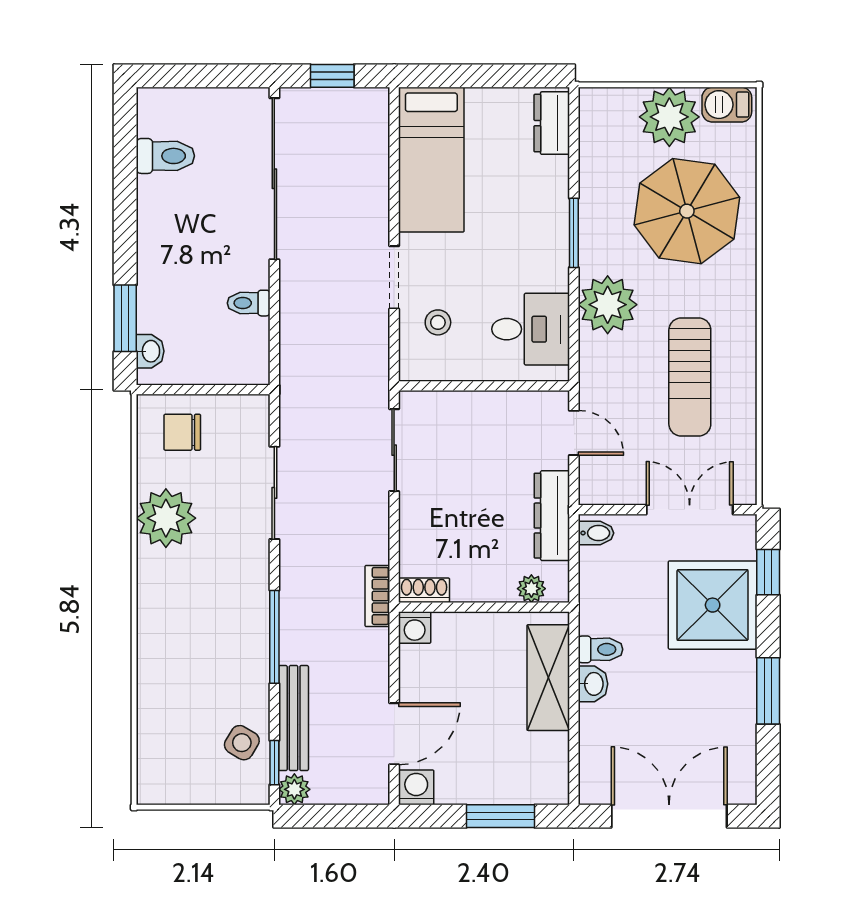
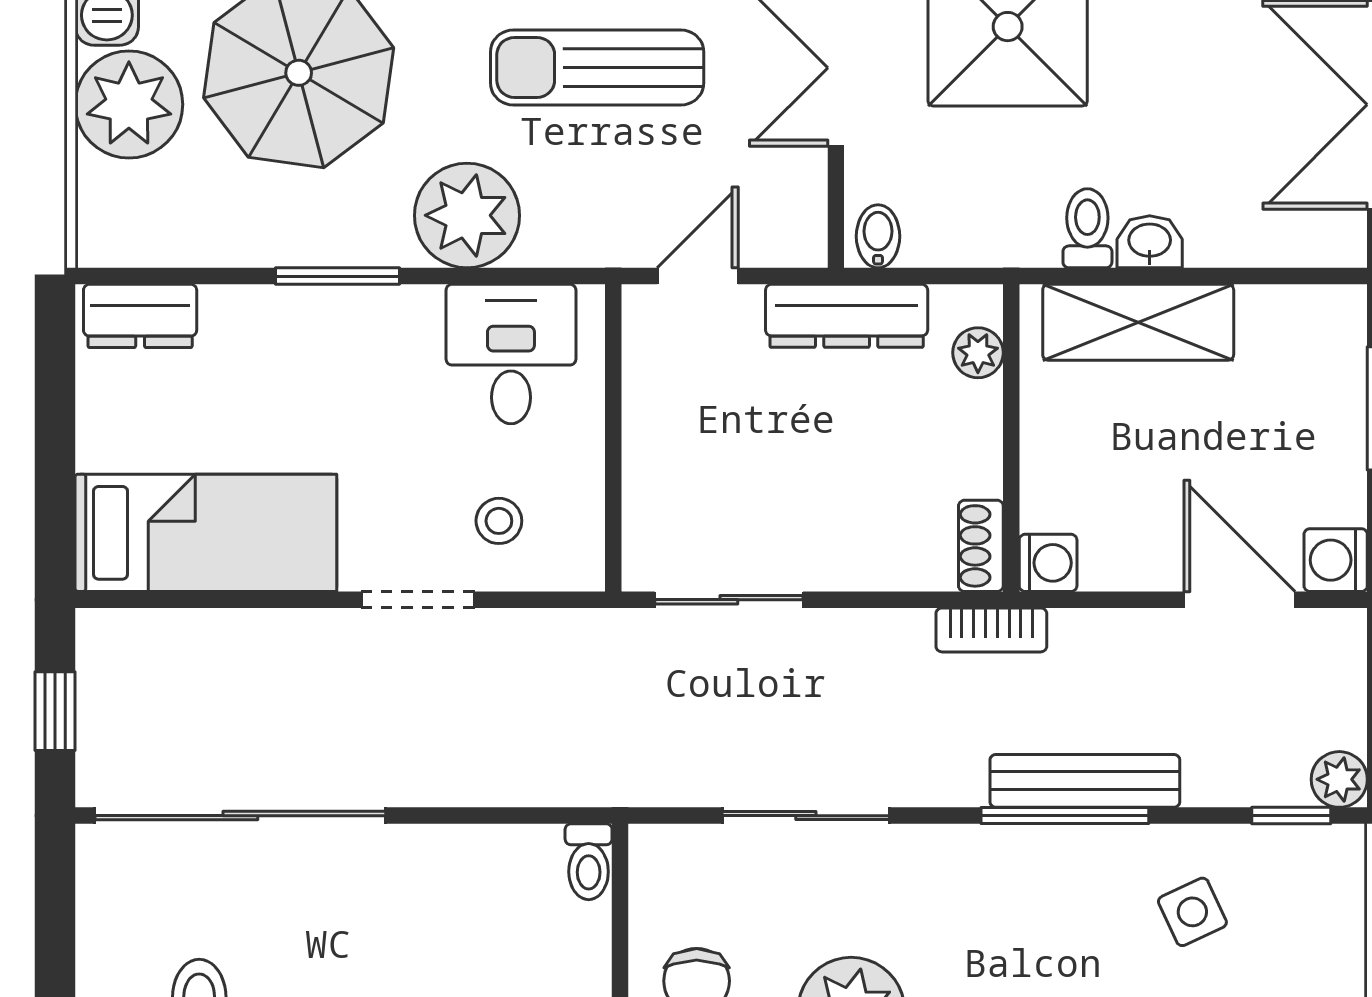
toilet: (249, 303) -> (589, 862), moved
sun lounger: (690, 377) -> (597, 67), turned 180
bench: (294, 718) -> (1085, 781), moved
side table: (242, 743) -> (1192, 912), moved, turned 34

